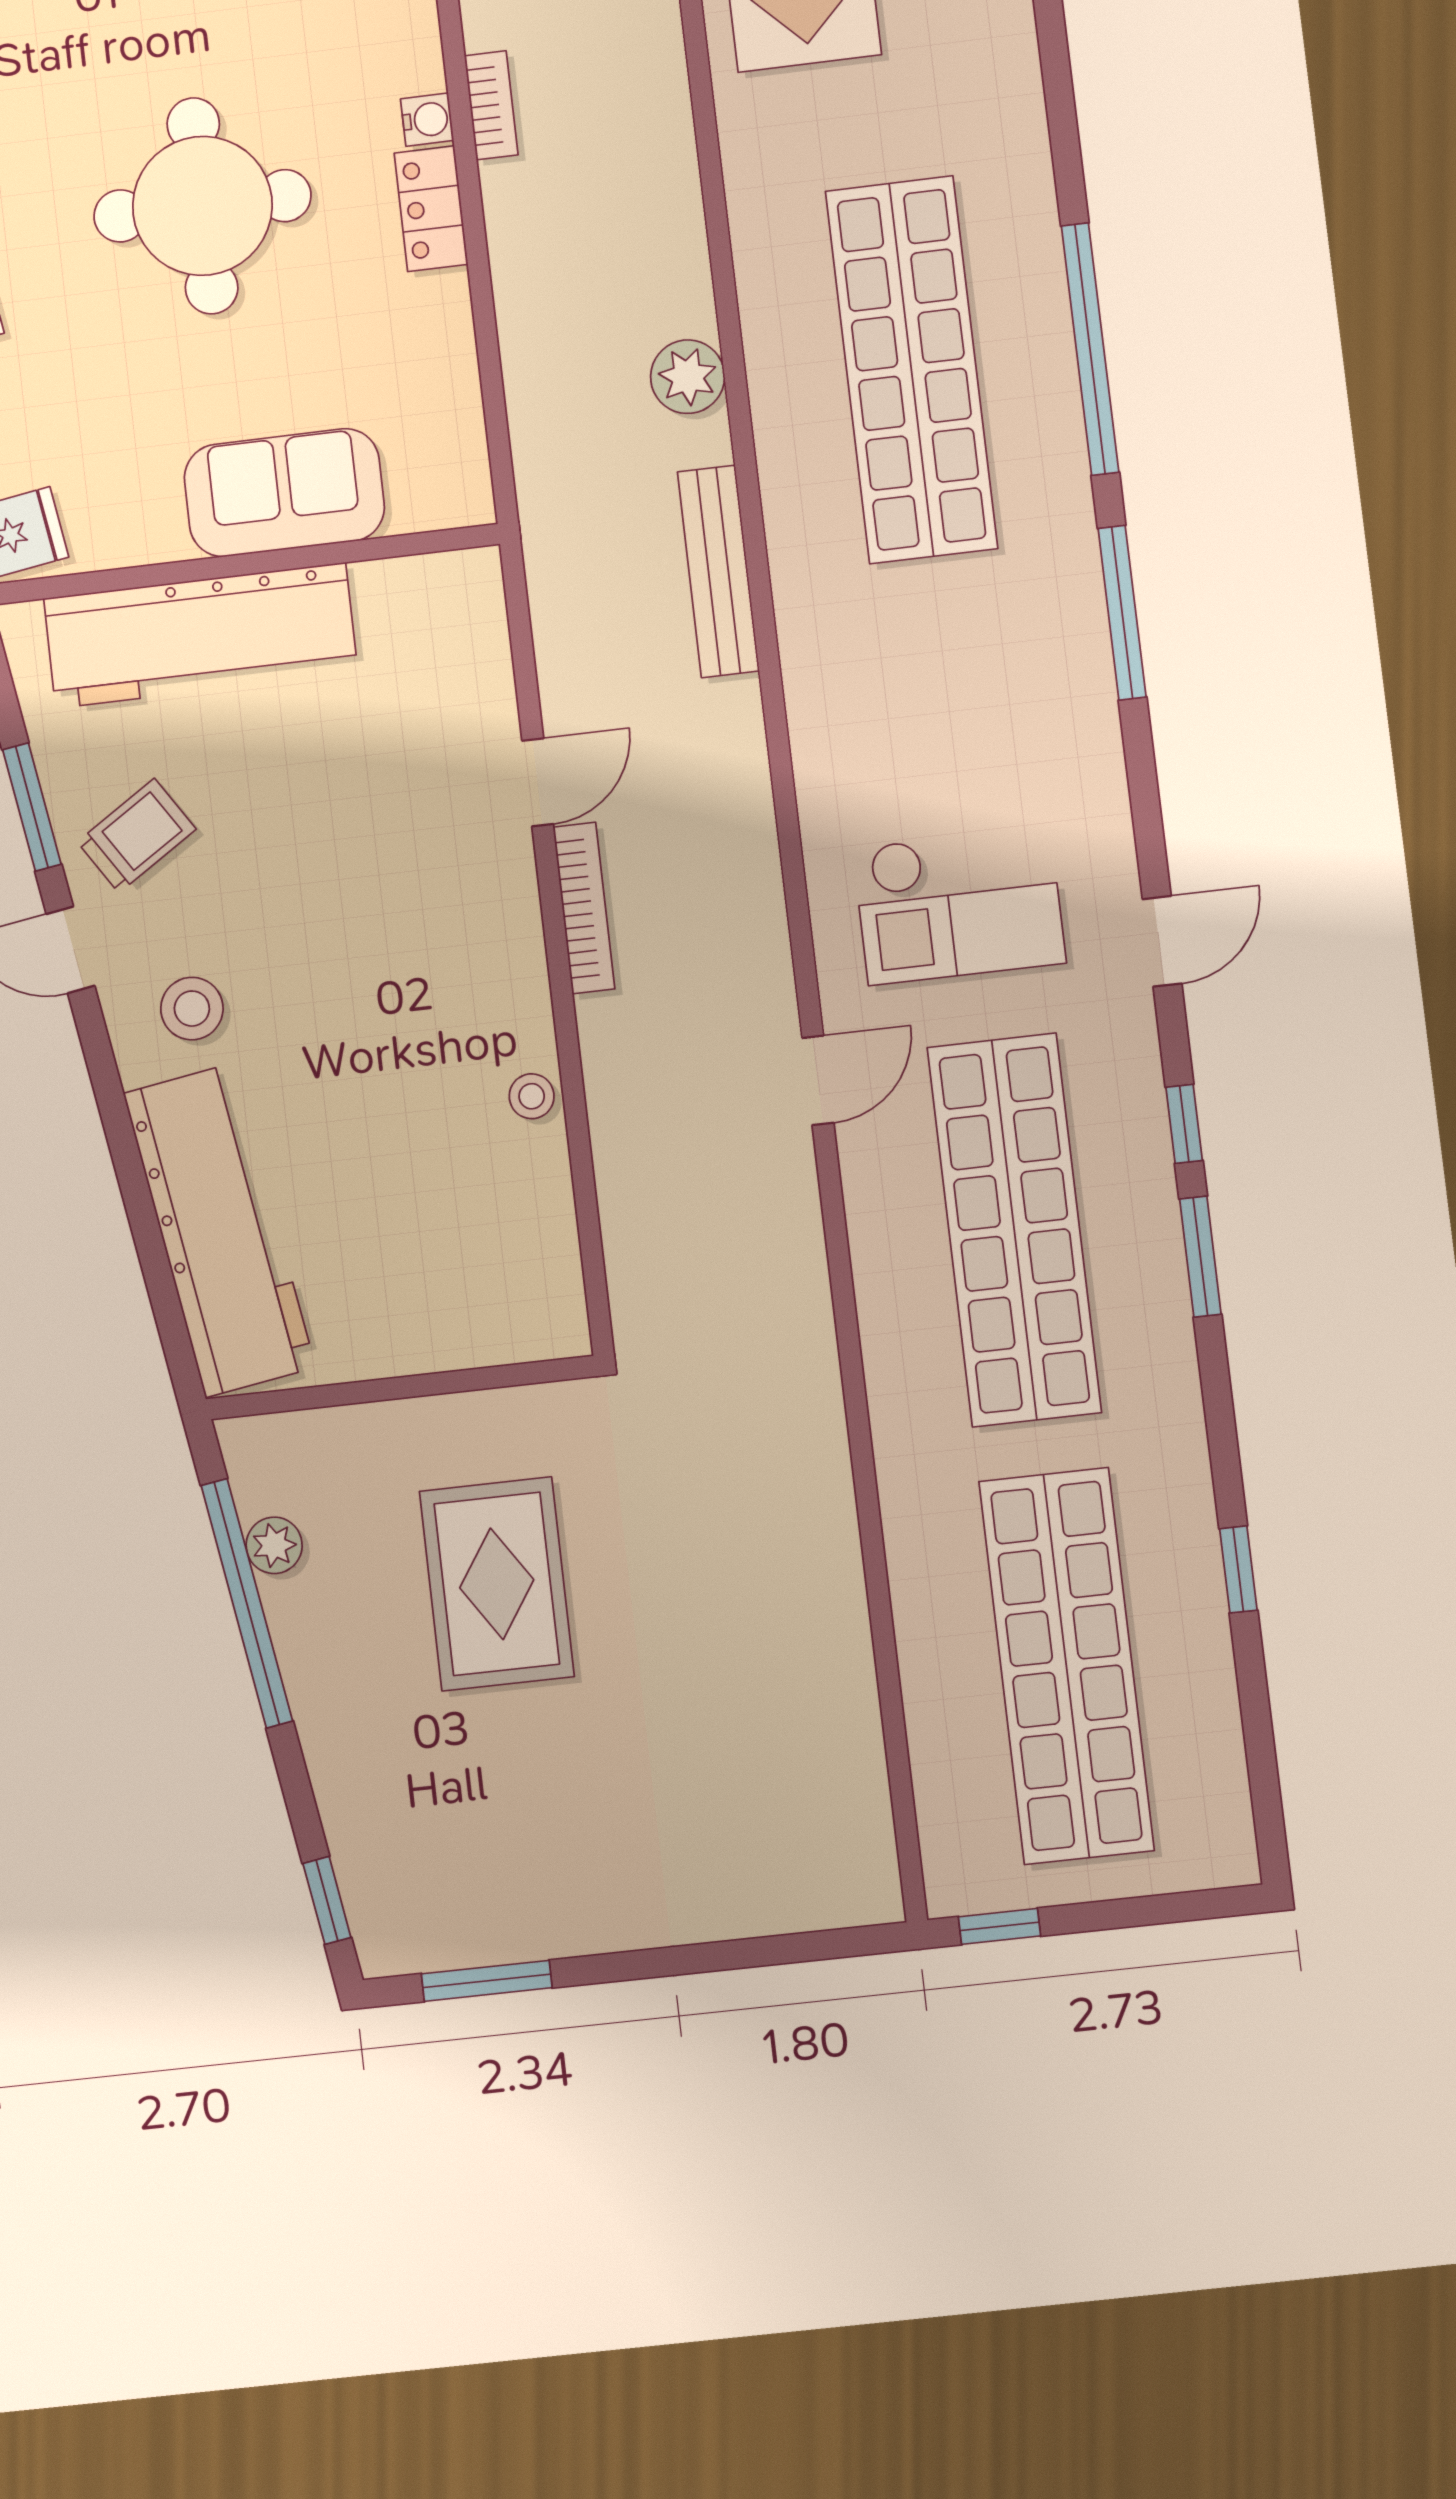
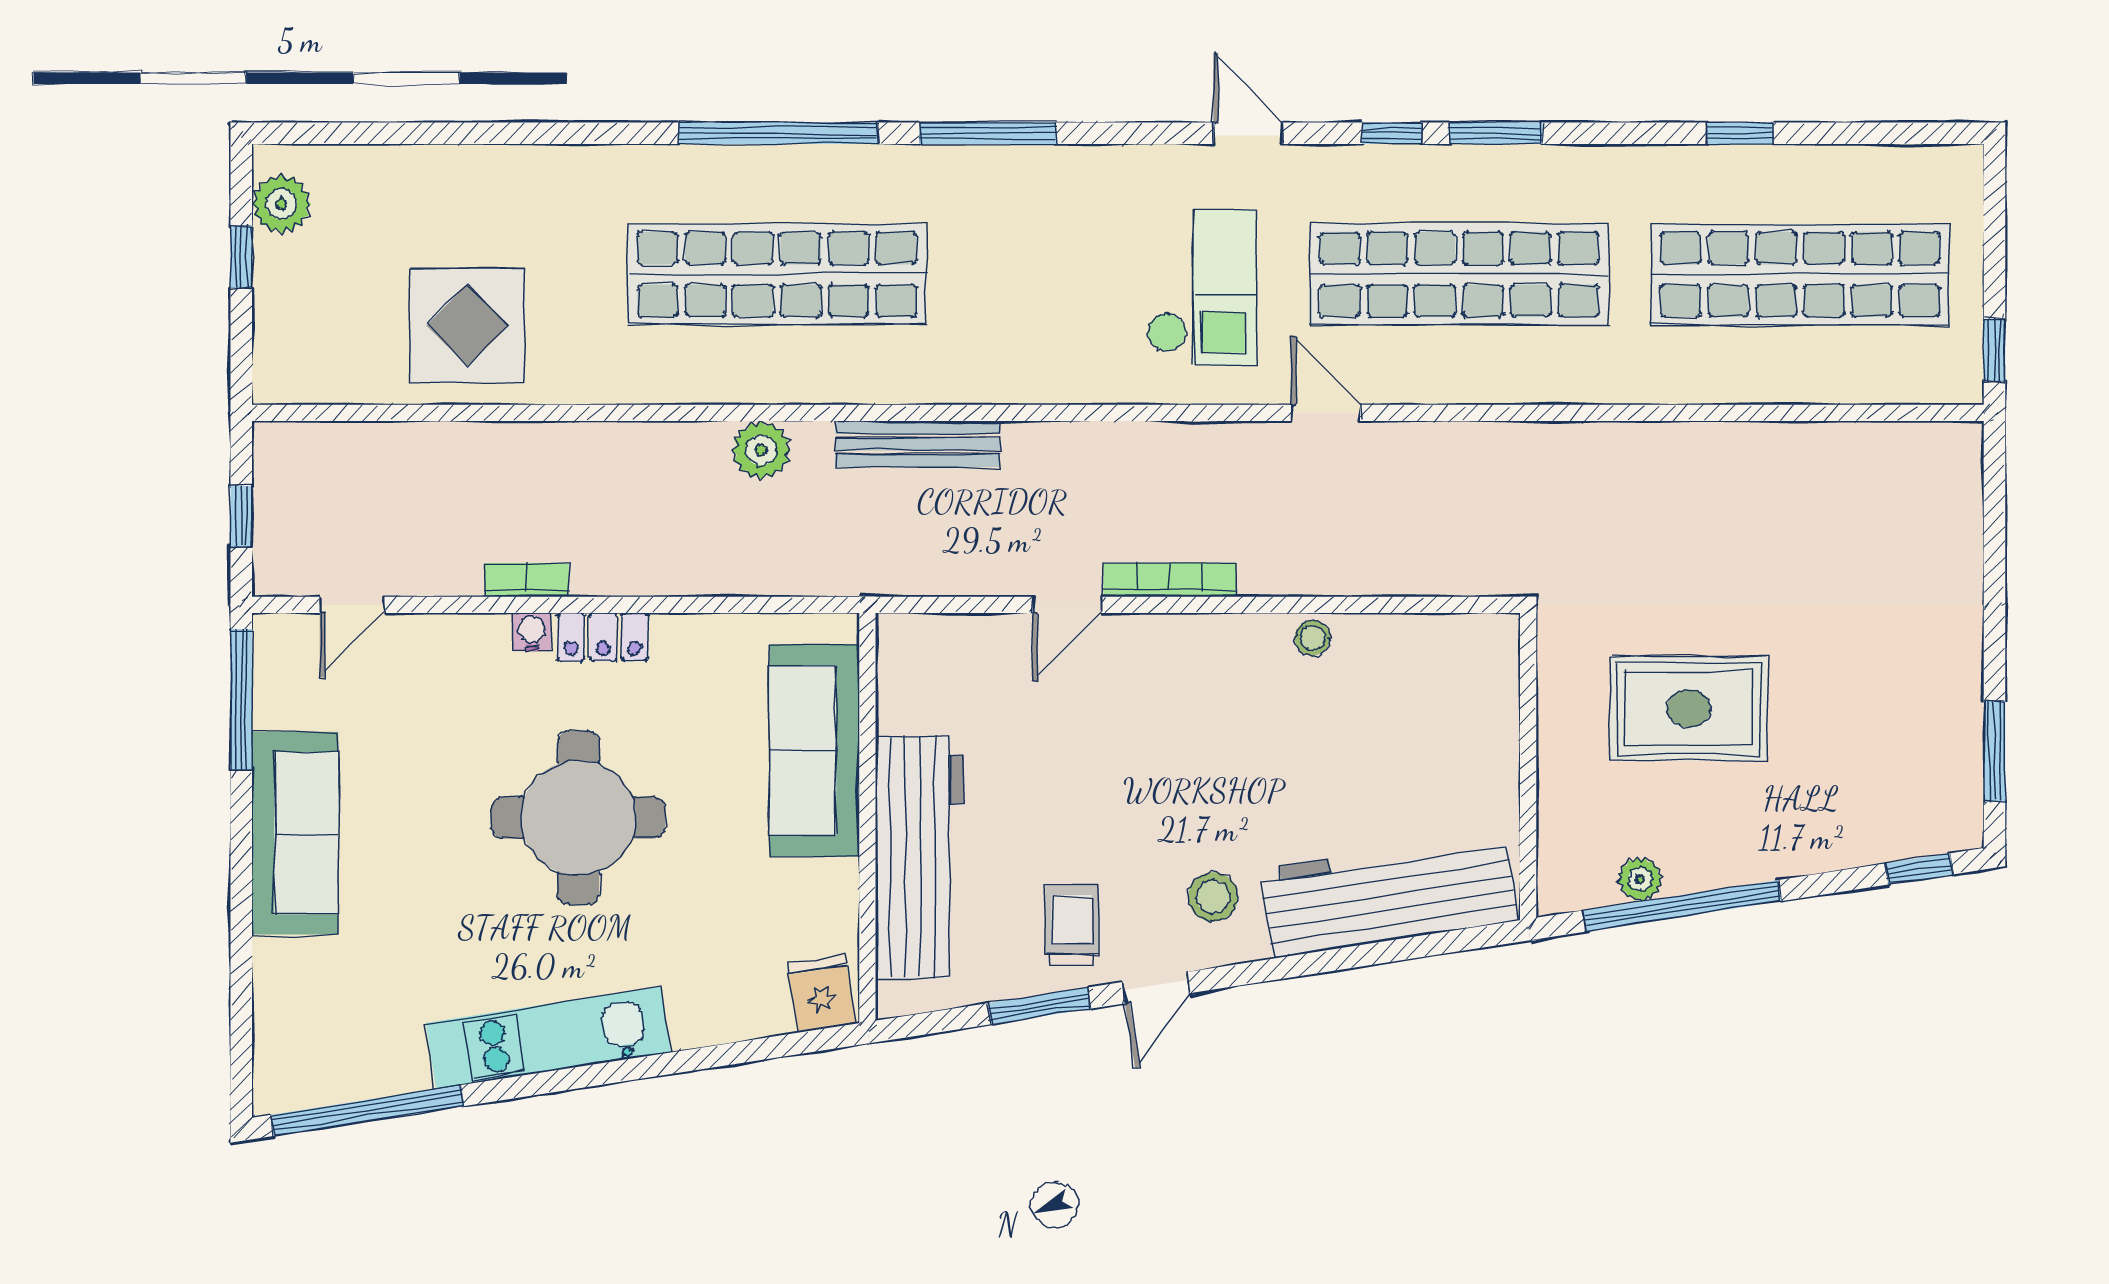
sofa: (284, 493) -> (814, 750), width x1.36
door: (538, 782) -> (1067, 605), swing flipped
trolley: (137, 836) -> (1072, 925), turned 33

